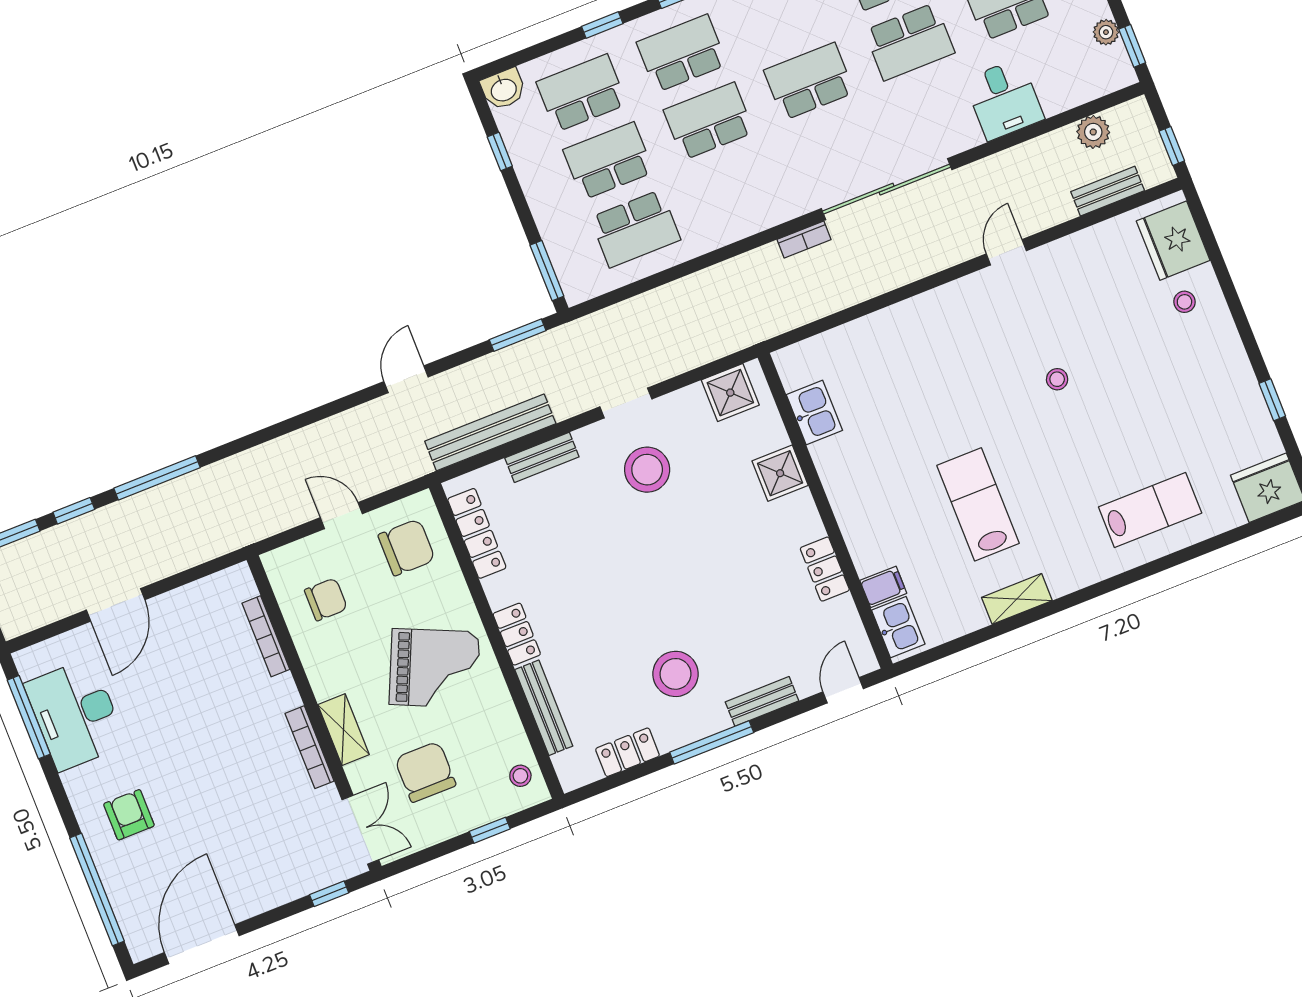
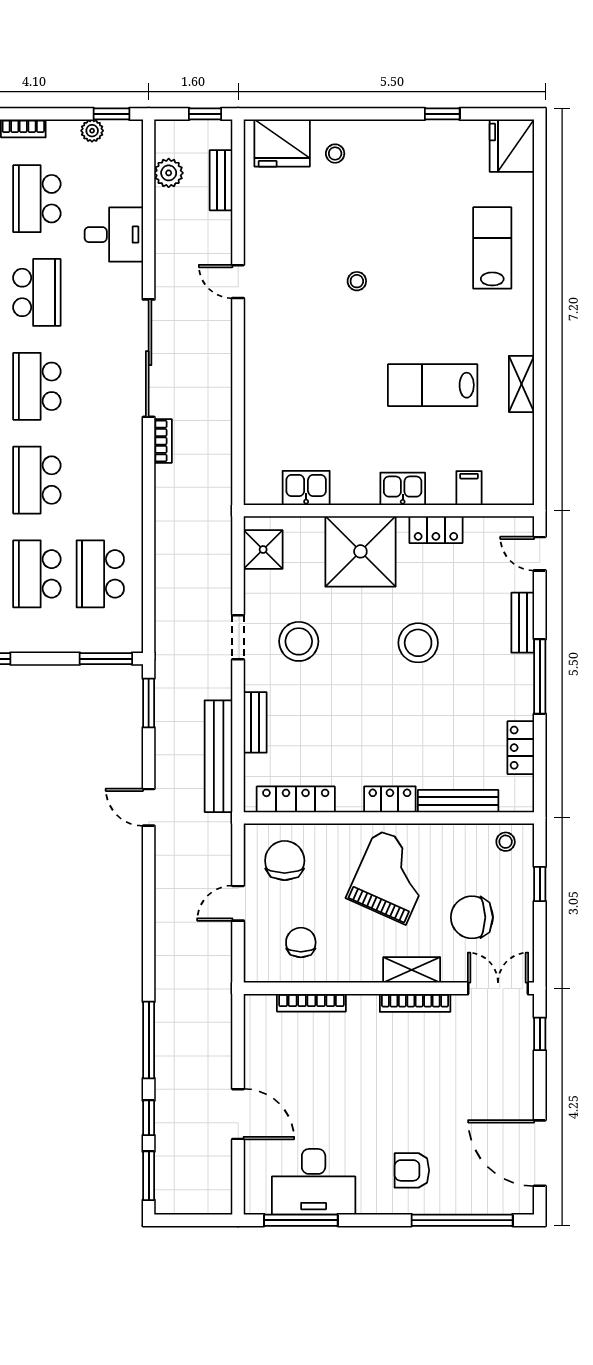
school desk: (635, 229) -> (100, 574), turned 180
shower: (780, 473) -> (360, 551), width x1.86, depth x1.86
kitchen sink: (898, 627) -> (403, 489), moved
stool: (675, 674) -> (418, 643), moved

